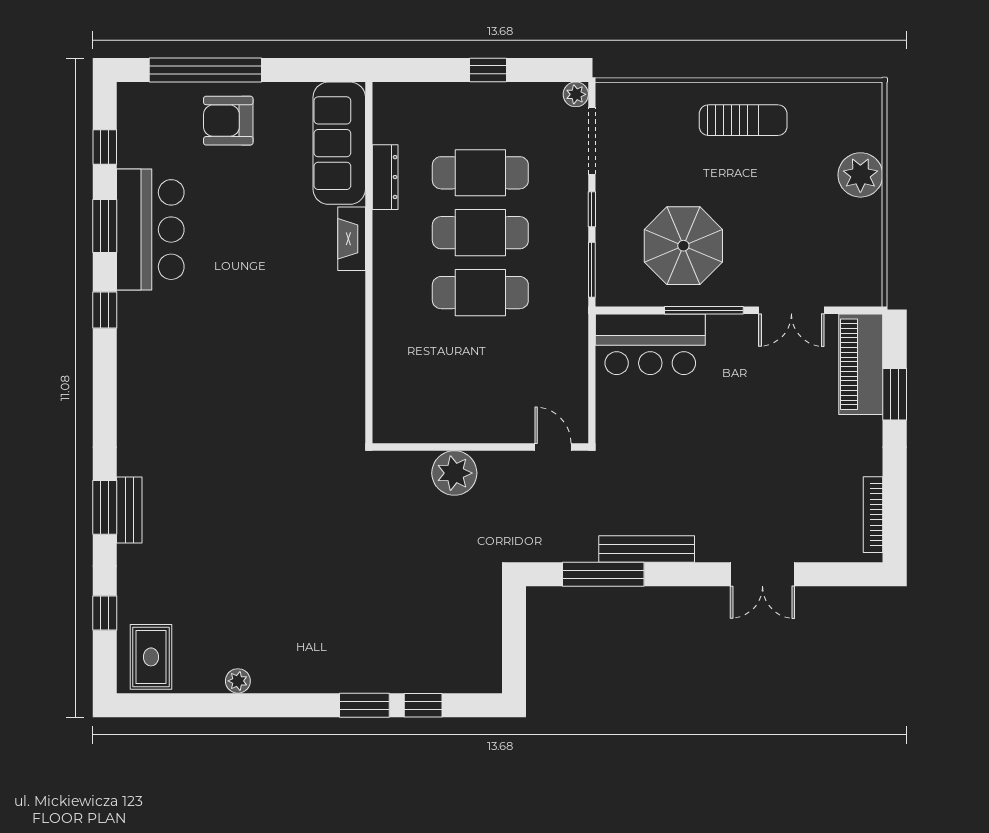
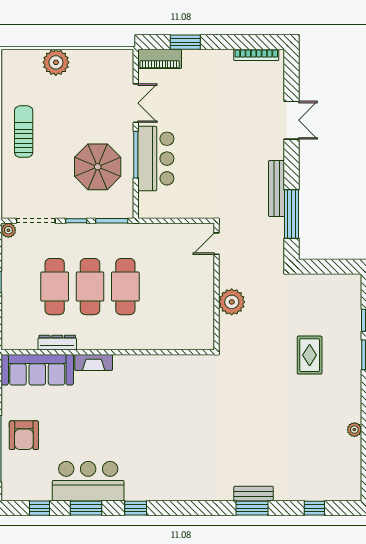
bar counter: (650, 344) -> (156, 159), moved
piano: (861, 364) -> (160, 59), width x0.73, depth x0.75
rug: (151, 657) -> (310, 355), moved, turned 90

